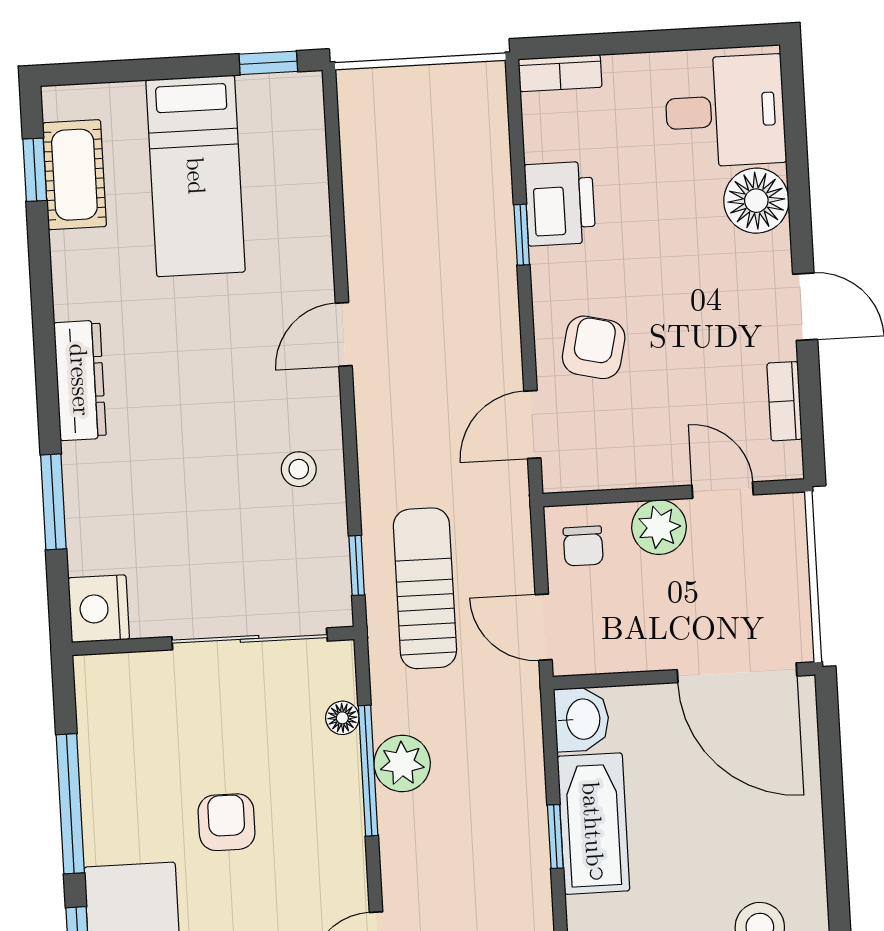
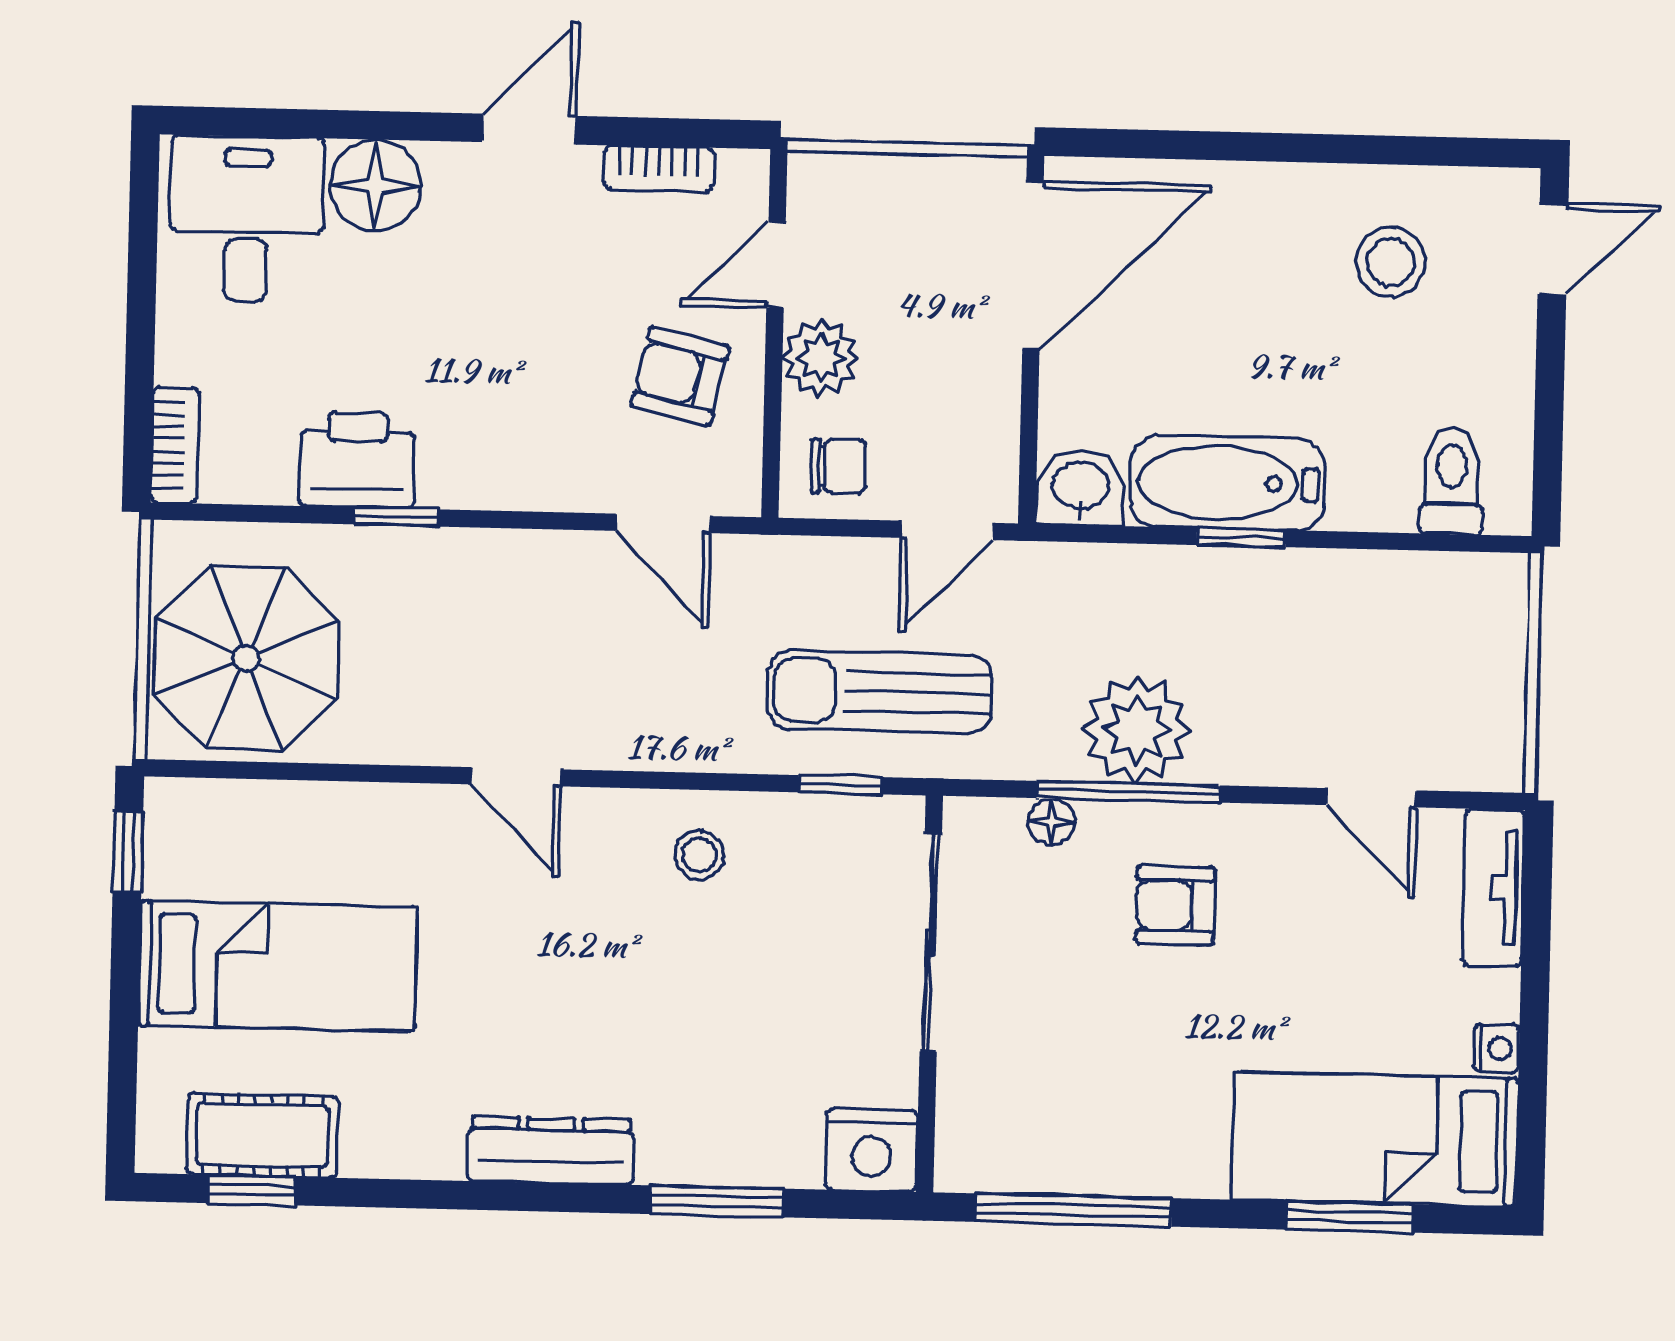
parasol: (413, 136) -> (246, 658), added
armchair: (594, 347) -> (680, 376), moved
plant: (402, 763) -> (1137, 729), width x1.36, depth x1.36
window: (70, 804) -> (1074, 1210), moved
armchair: (227, 822) -> (1175, 906), moved

